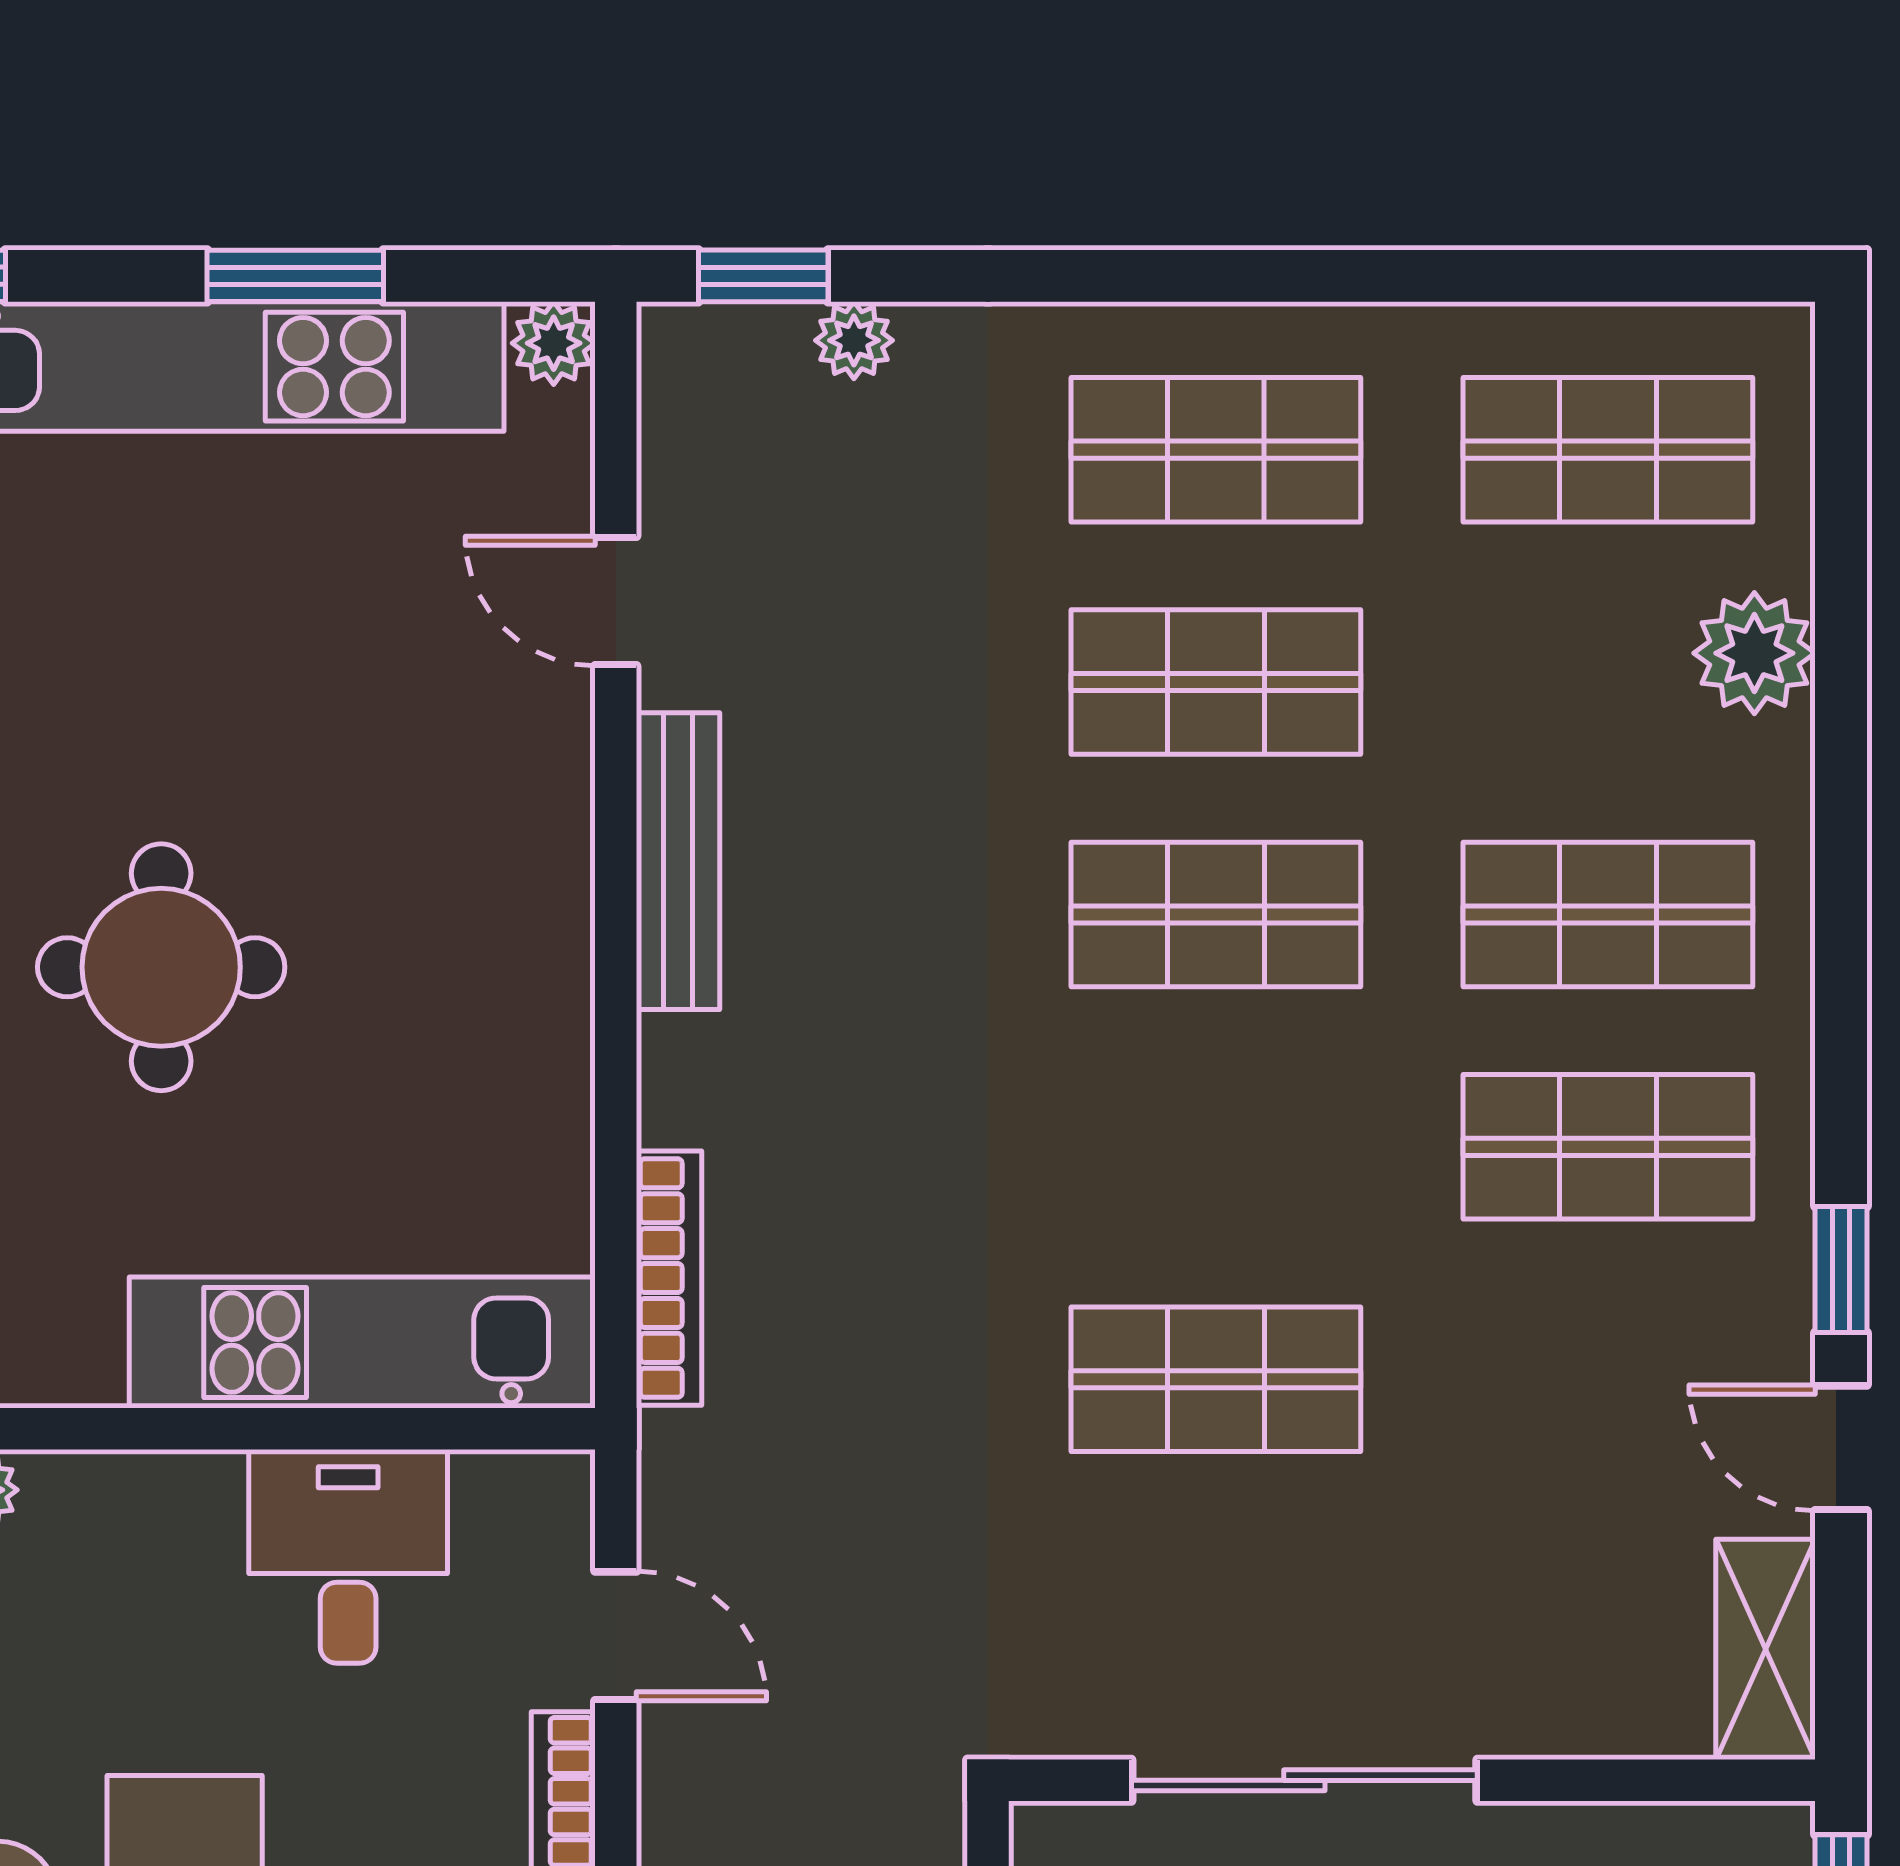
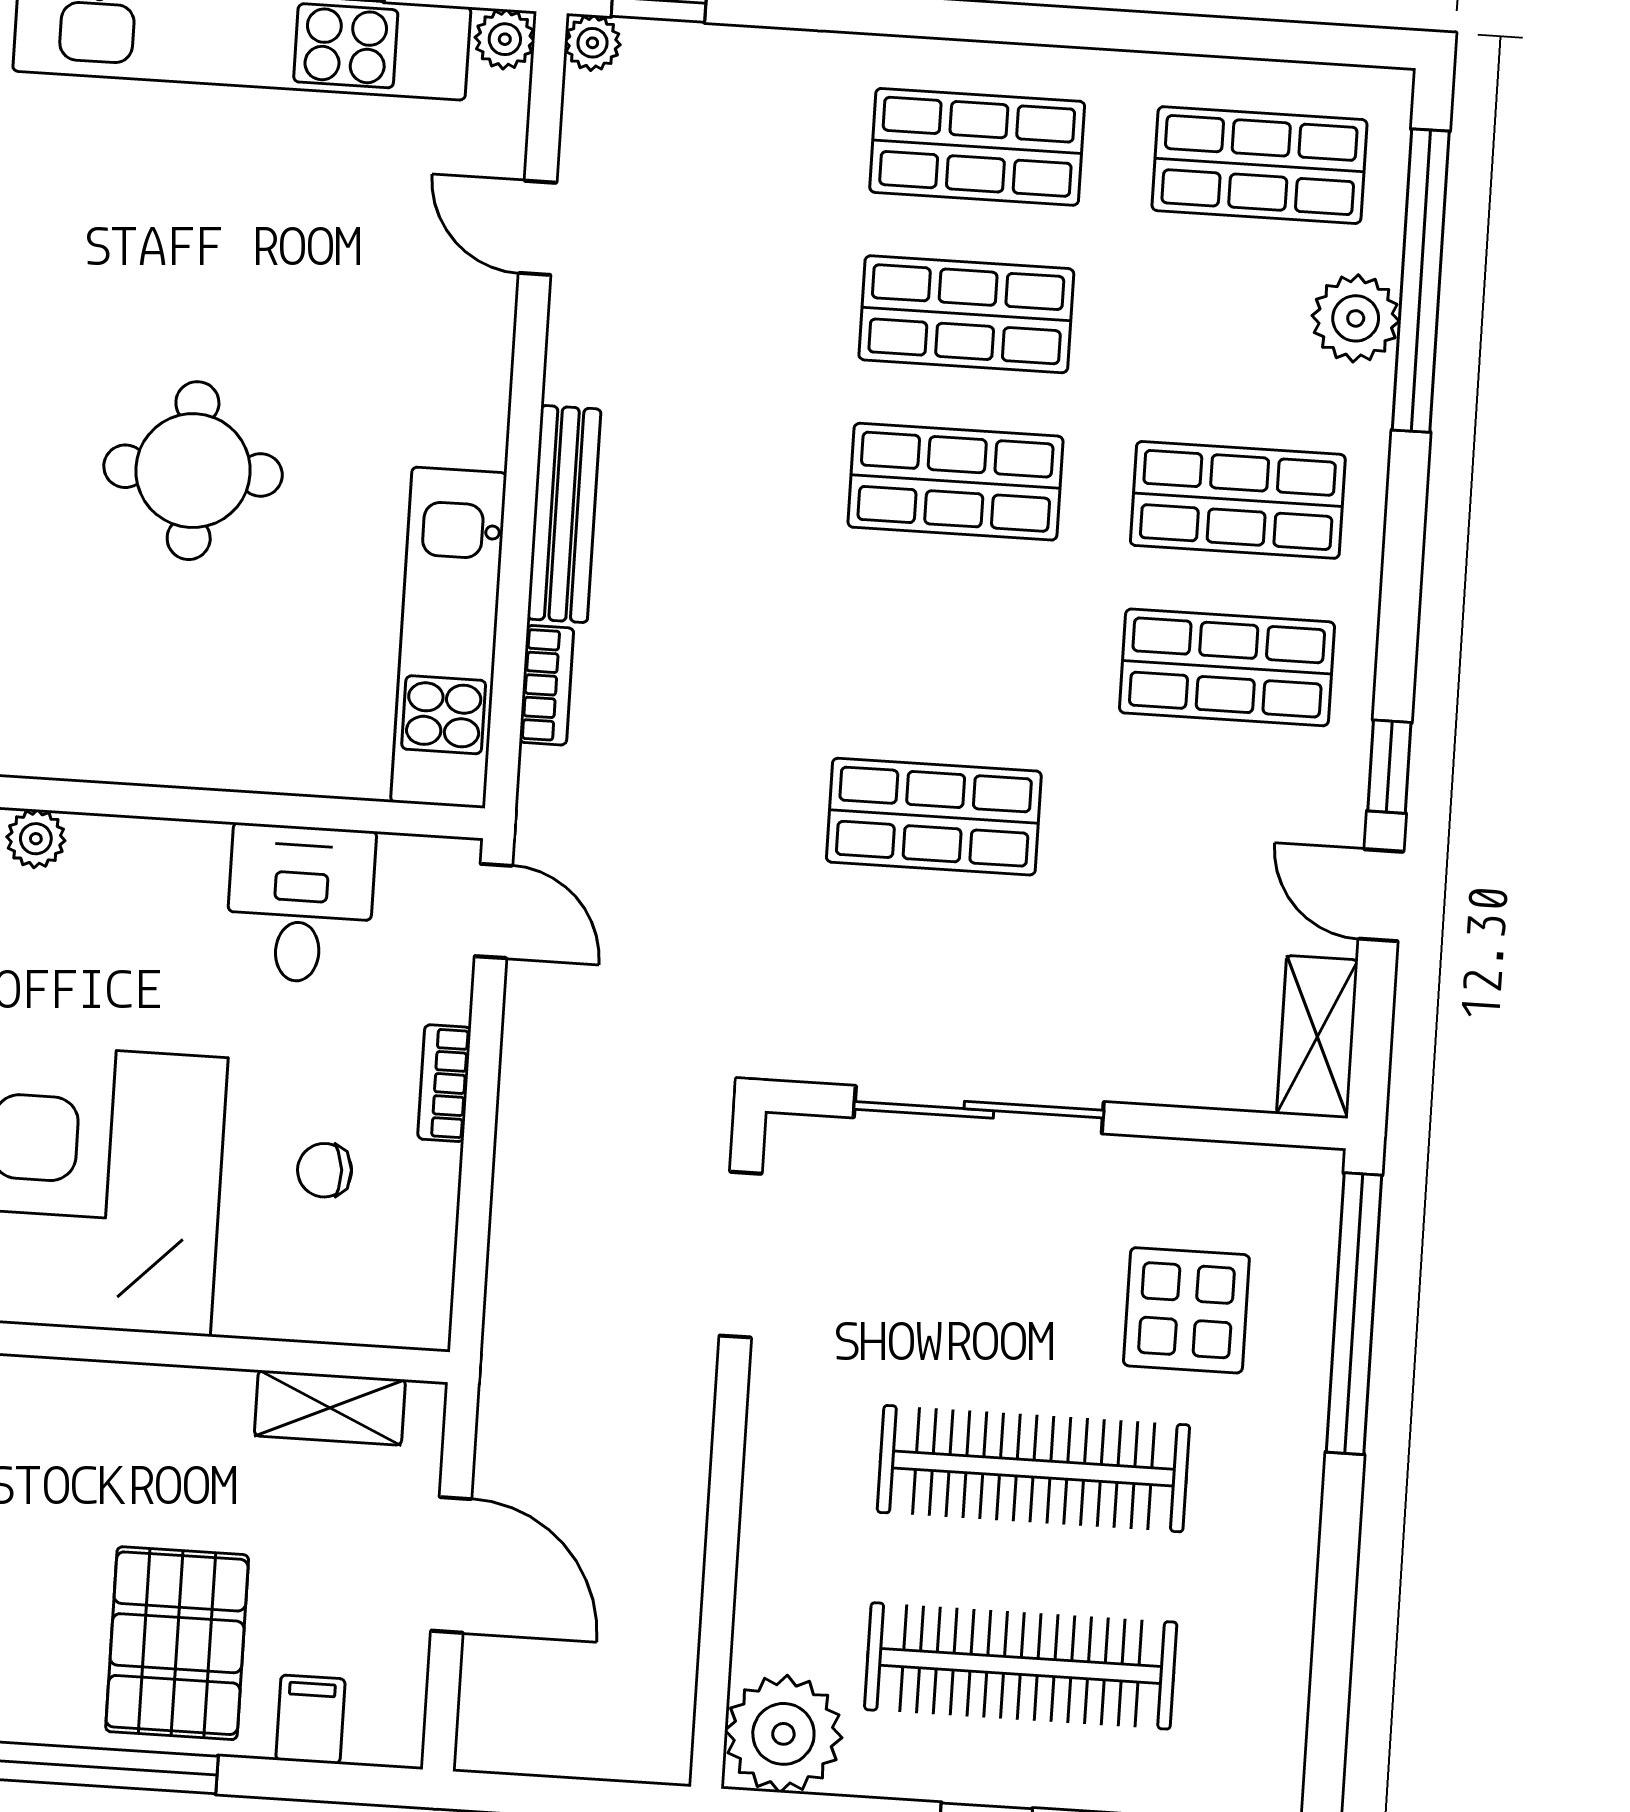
plant: (854, 340) -> (592, 43), moved
window: (1841, 595) -> (1421, 281), added
bench: (678, 861) -> (564, 514), moved
bookcase: (669, 1278) -> (547, 685), width x0.64
kitchen unit: (362, 1342) -> (449, 638), moved, turned -90
door: (616, 1636) -> (493, 911), moved

